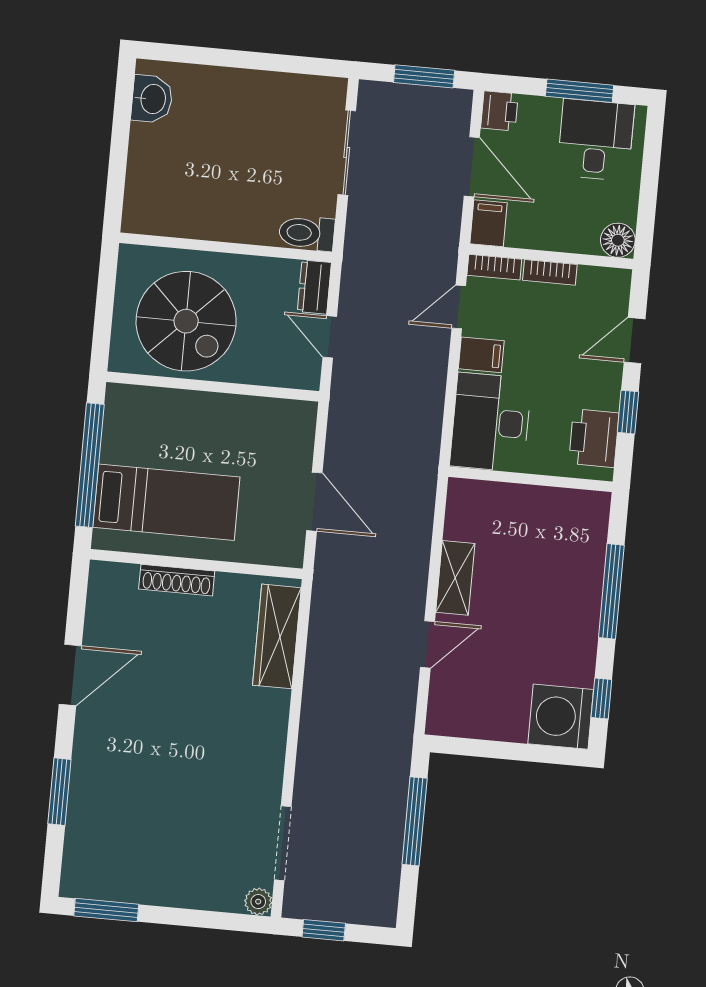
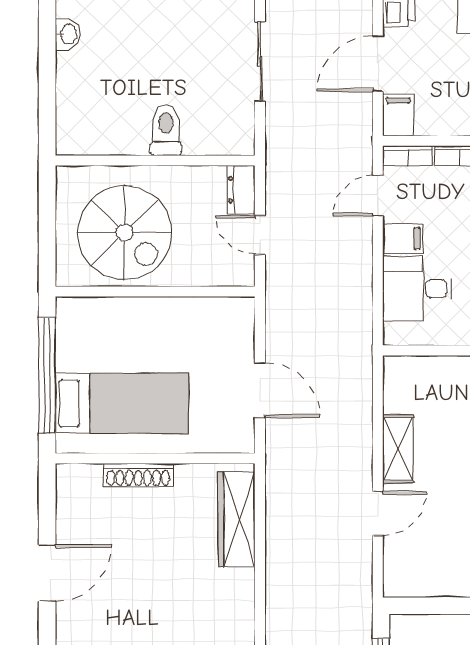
washbasin: (152, 99) -> (68, 34), width x0.72, depth x0.69
door: (472, 167) -> (378, 64), swing flipped
toilet: (307, 233) -> (166, 130), moved, turned 90
desk: (491, 422) -> (417, 289), width x0.73

